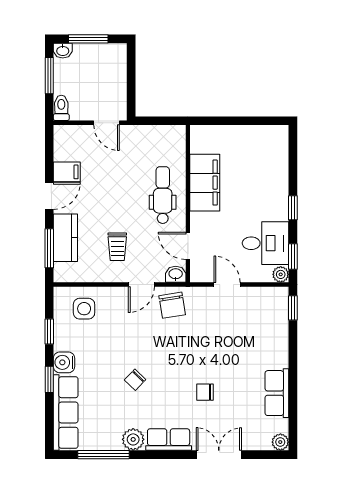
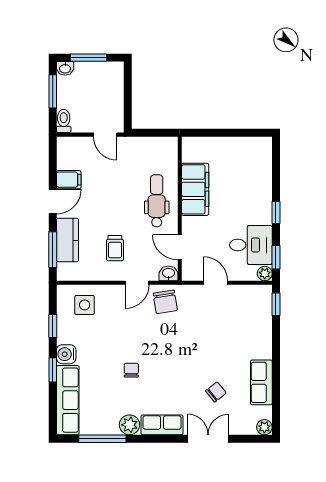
chair: (135, 380) -> (131, 370), turned 136
chair: (205, 392) -> (216, 392), moved, turned 141

